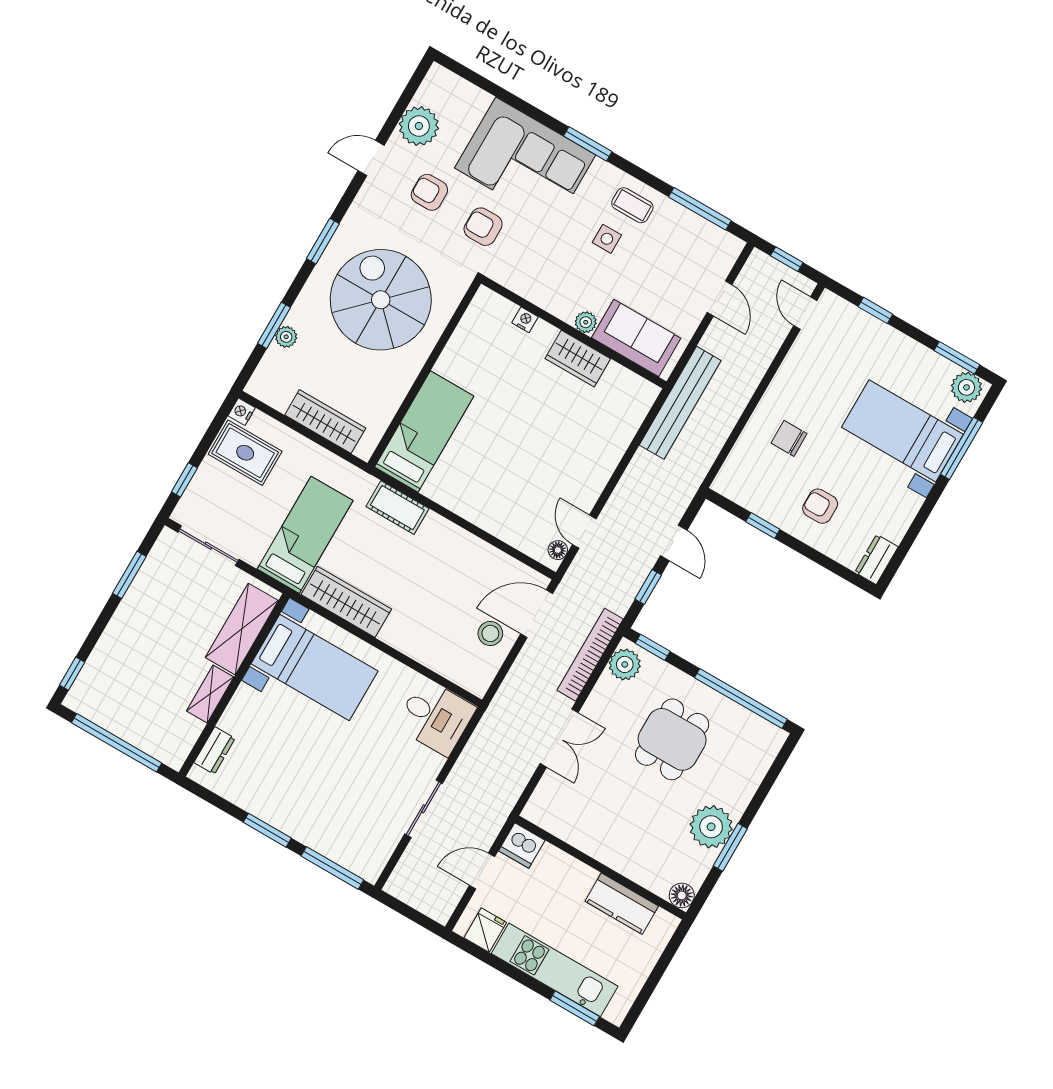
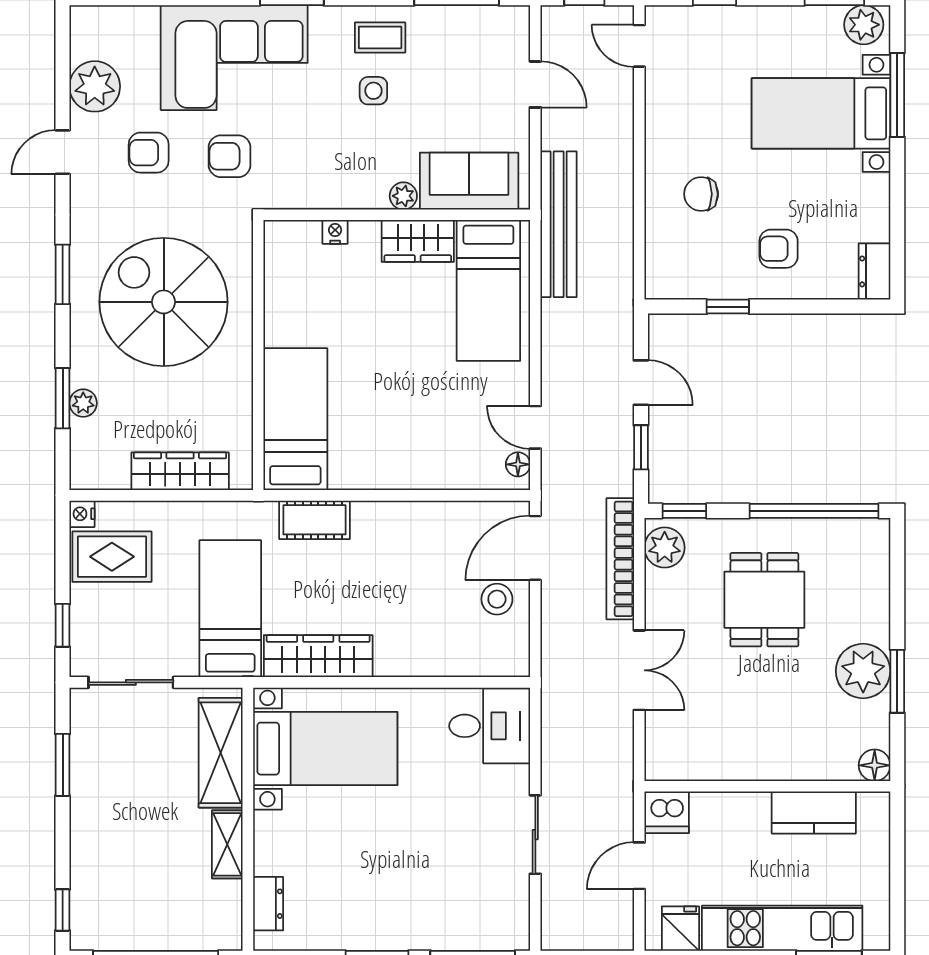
bed: (606, 420) -> (488, 290), added

